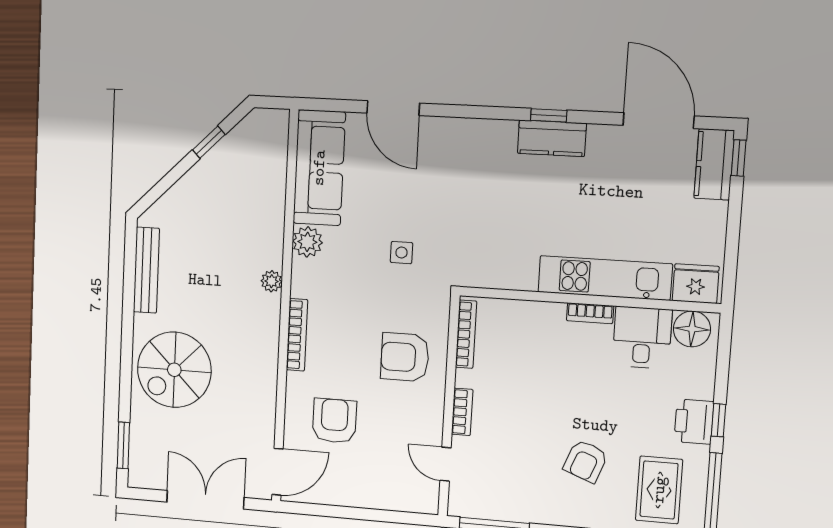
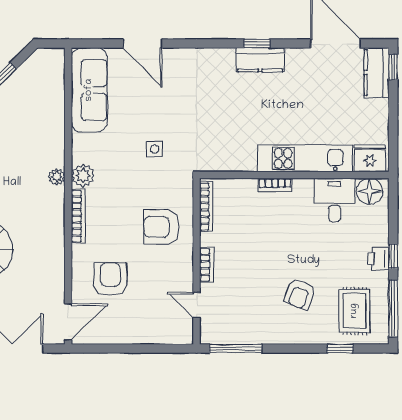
plant: (307, 242) -> (83, 175), moved
bookcase: (590, 313) -> (275, 185), moved
printer: (694, 422) -> (378, 259), width x0.73, depth x0.81

